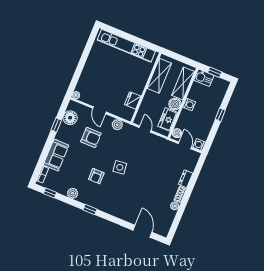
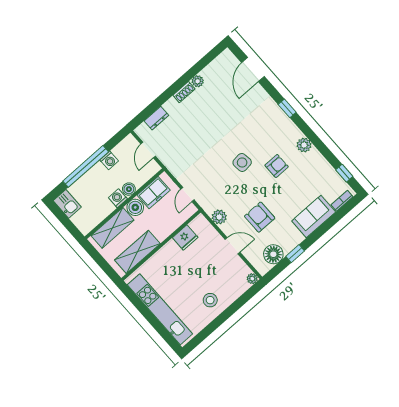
stool: (97, 68) -> (210, 300), added
window: (215, 72) -> (67, 222), removed
kitchen sink: (204, 78) -> (67, 204), moved
door: (99, 110) -> (232, 246), hinge flipped
window: (220, 115) -> (86, 166), width x3.17
boiler: (177, 133) -> (129, 189), moved
washing machine: (199, 145) -> (109, 160), moved
dresser: (186, 179) -> (156, 118), moved
plant: (73, 193) -> (304, 145), moved
window: (90, 210) -> (287, 108), moved

